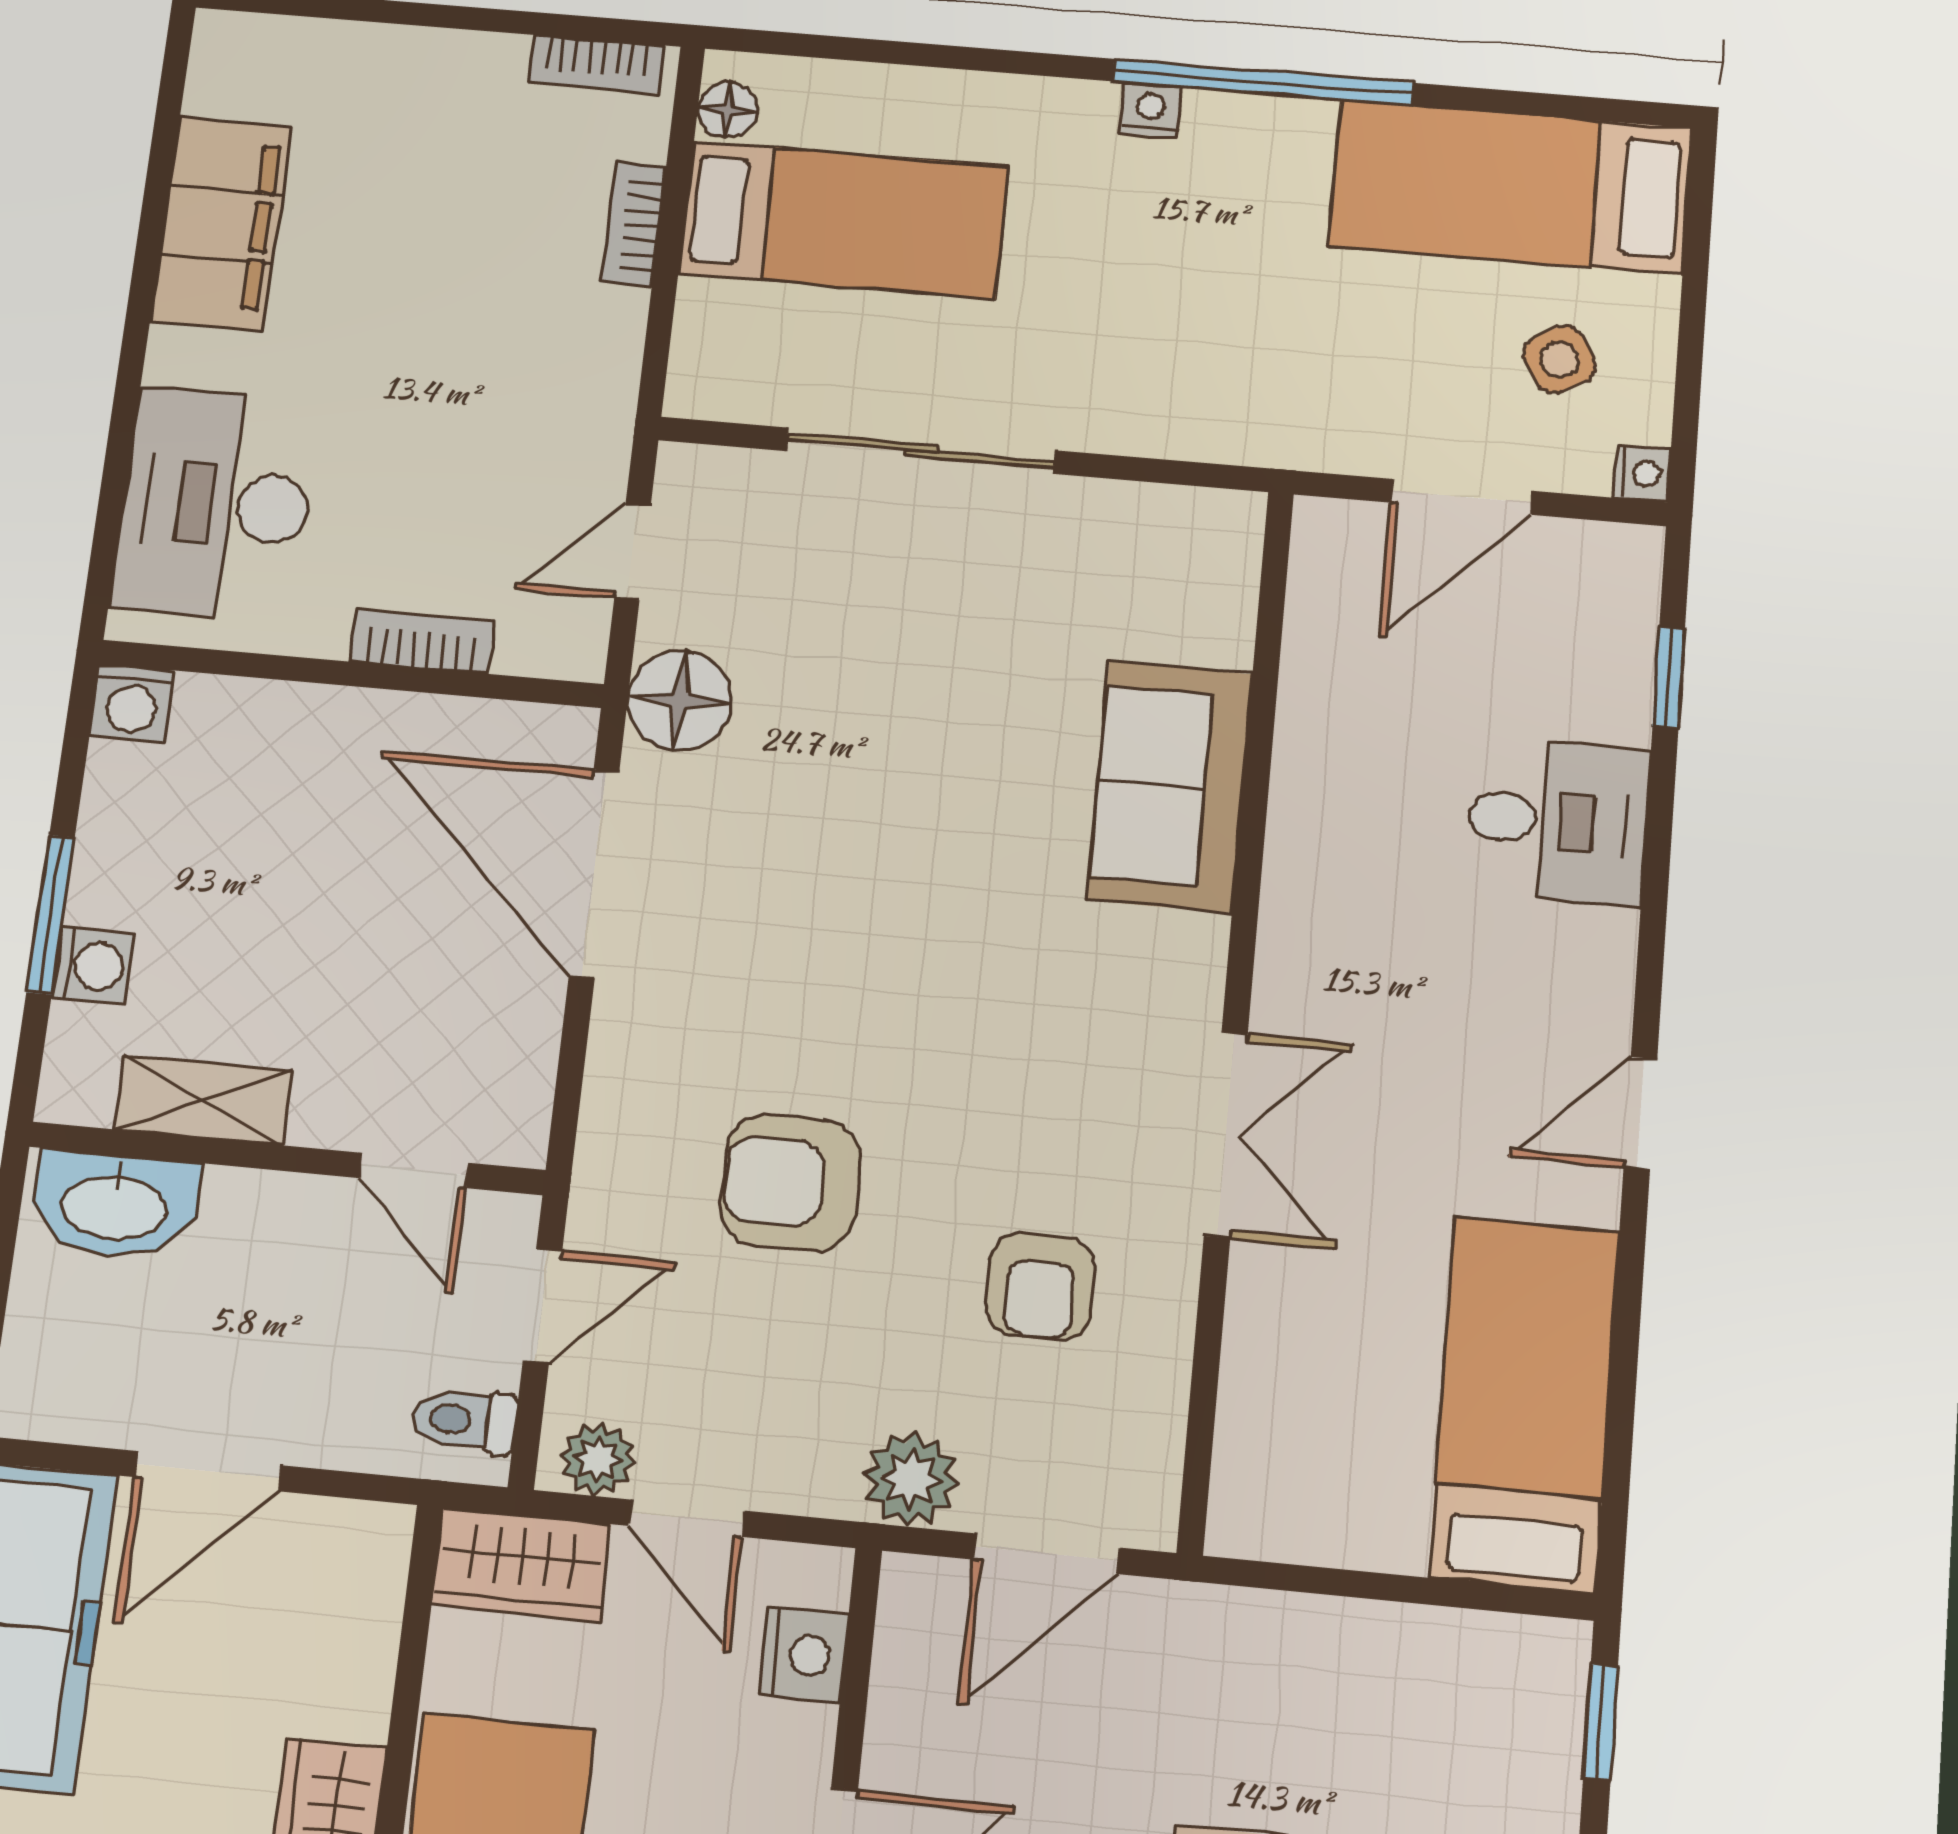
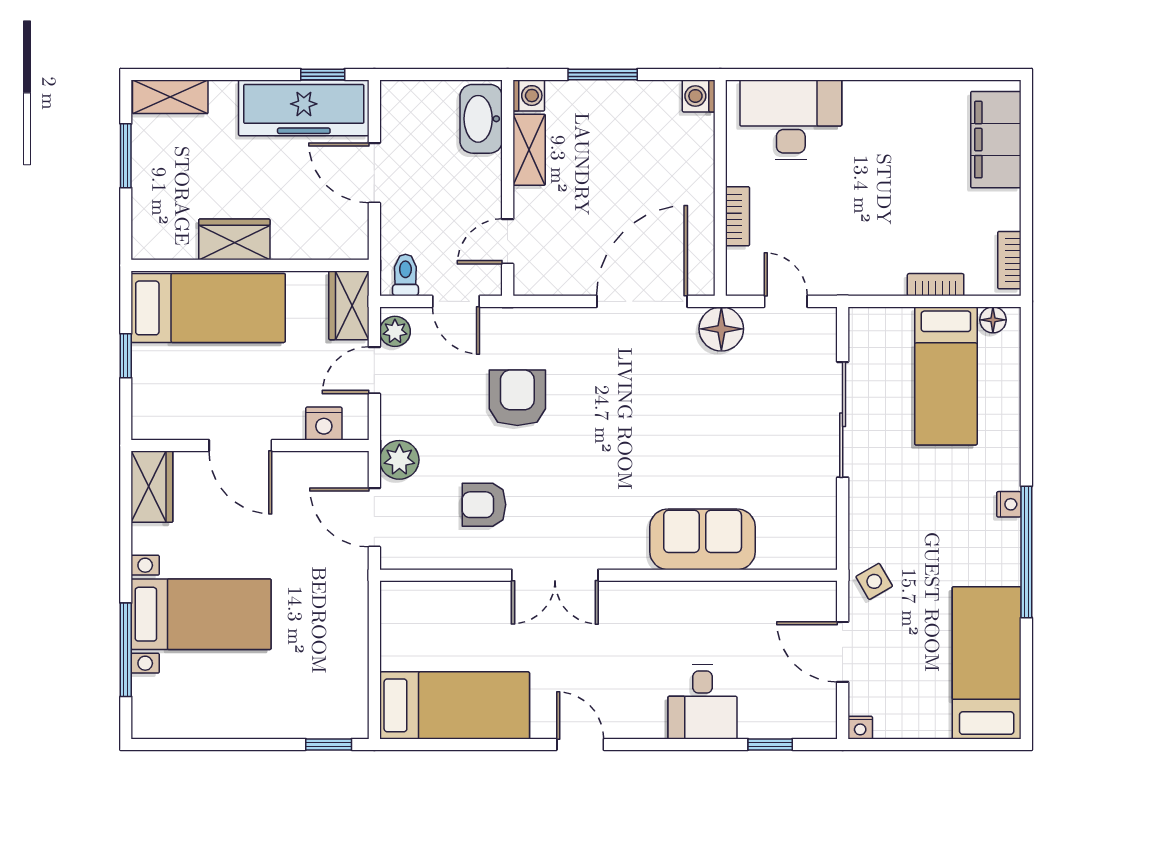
filing cabinet: (221, 224) -> (996, 140), moved, turned 90
side table: (1560, 359) -> (874, 581), moved
washing machine: (93, 966) -> (529, 96), moved, turned -90

